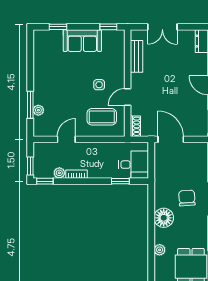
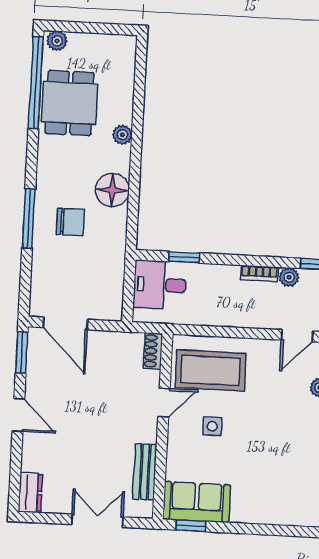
window: (58, 27) -> (278, 530), removed
sofa: (82, 41) -> (197, 502), moved
coffee table: (102, 117) -> (210, 370), width x1.36, depth x1.32
door: (66, 139) -> (297, 336), moved
door: (171, 139) -> (65, 323), moved
chair: (187, 198) -> (70, 222), turned -86

